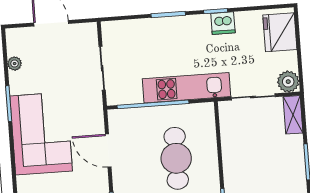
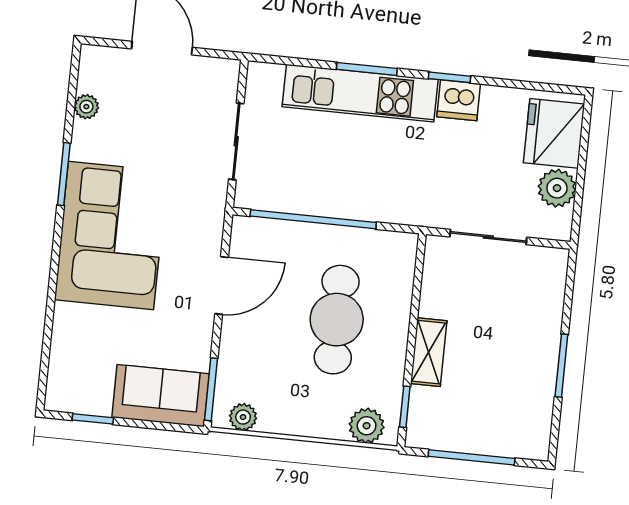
plant: (288, 82) -> (557, 188), moved
kitchen unit: (186, 88) -> (360, 93), moved, turned 180
shelving: (293, 115) -> (429, 352), moved
door: (108, 151) -> (222, 285), swing flipped

